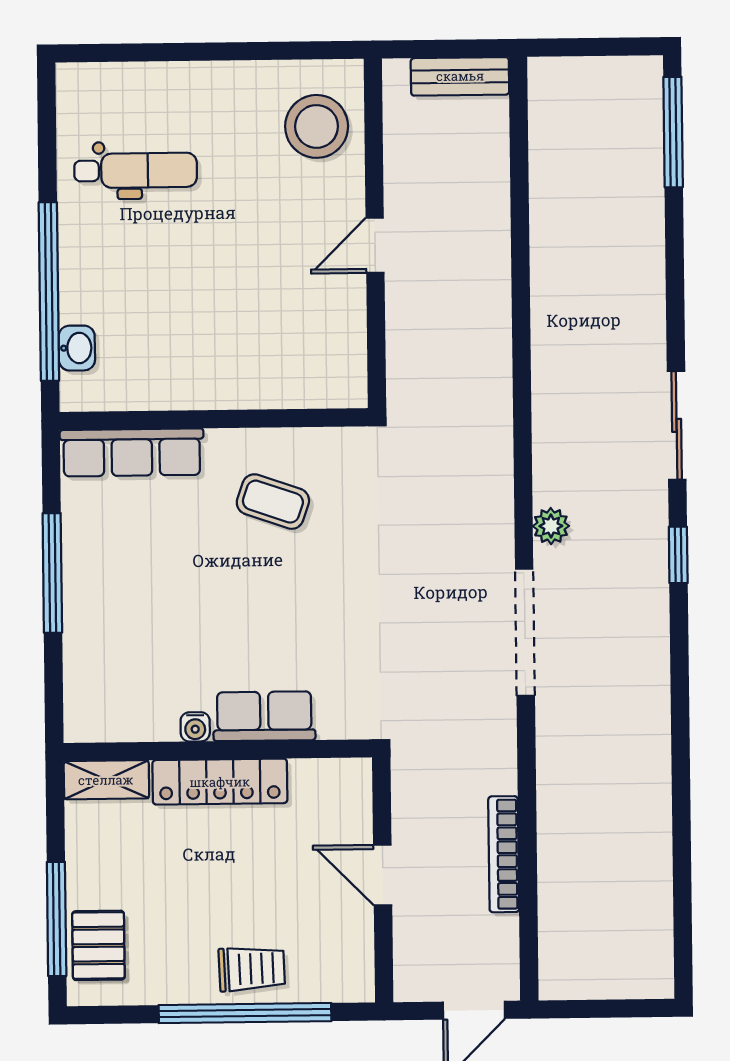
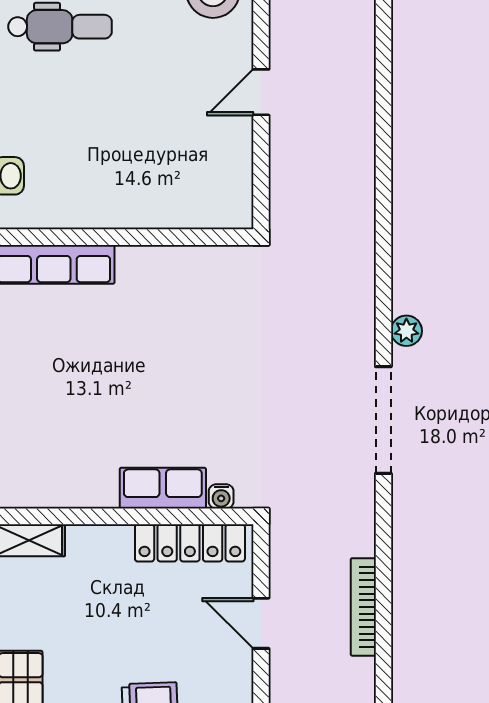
coffee table: (273, 502) -> (172, 307), removed
water cooler: (195, 727) -> (221, 496), moved
locker: (220, 782) -> (190, 543), moved

